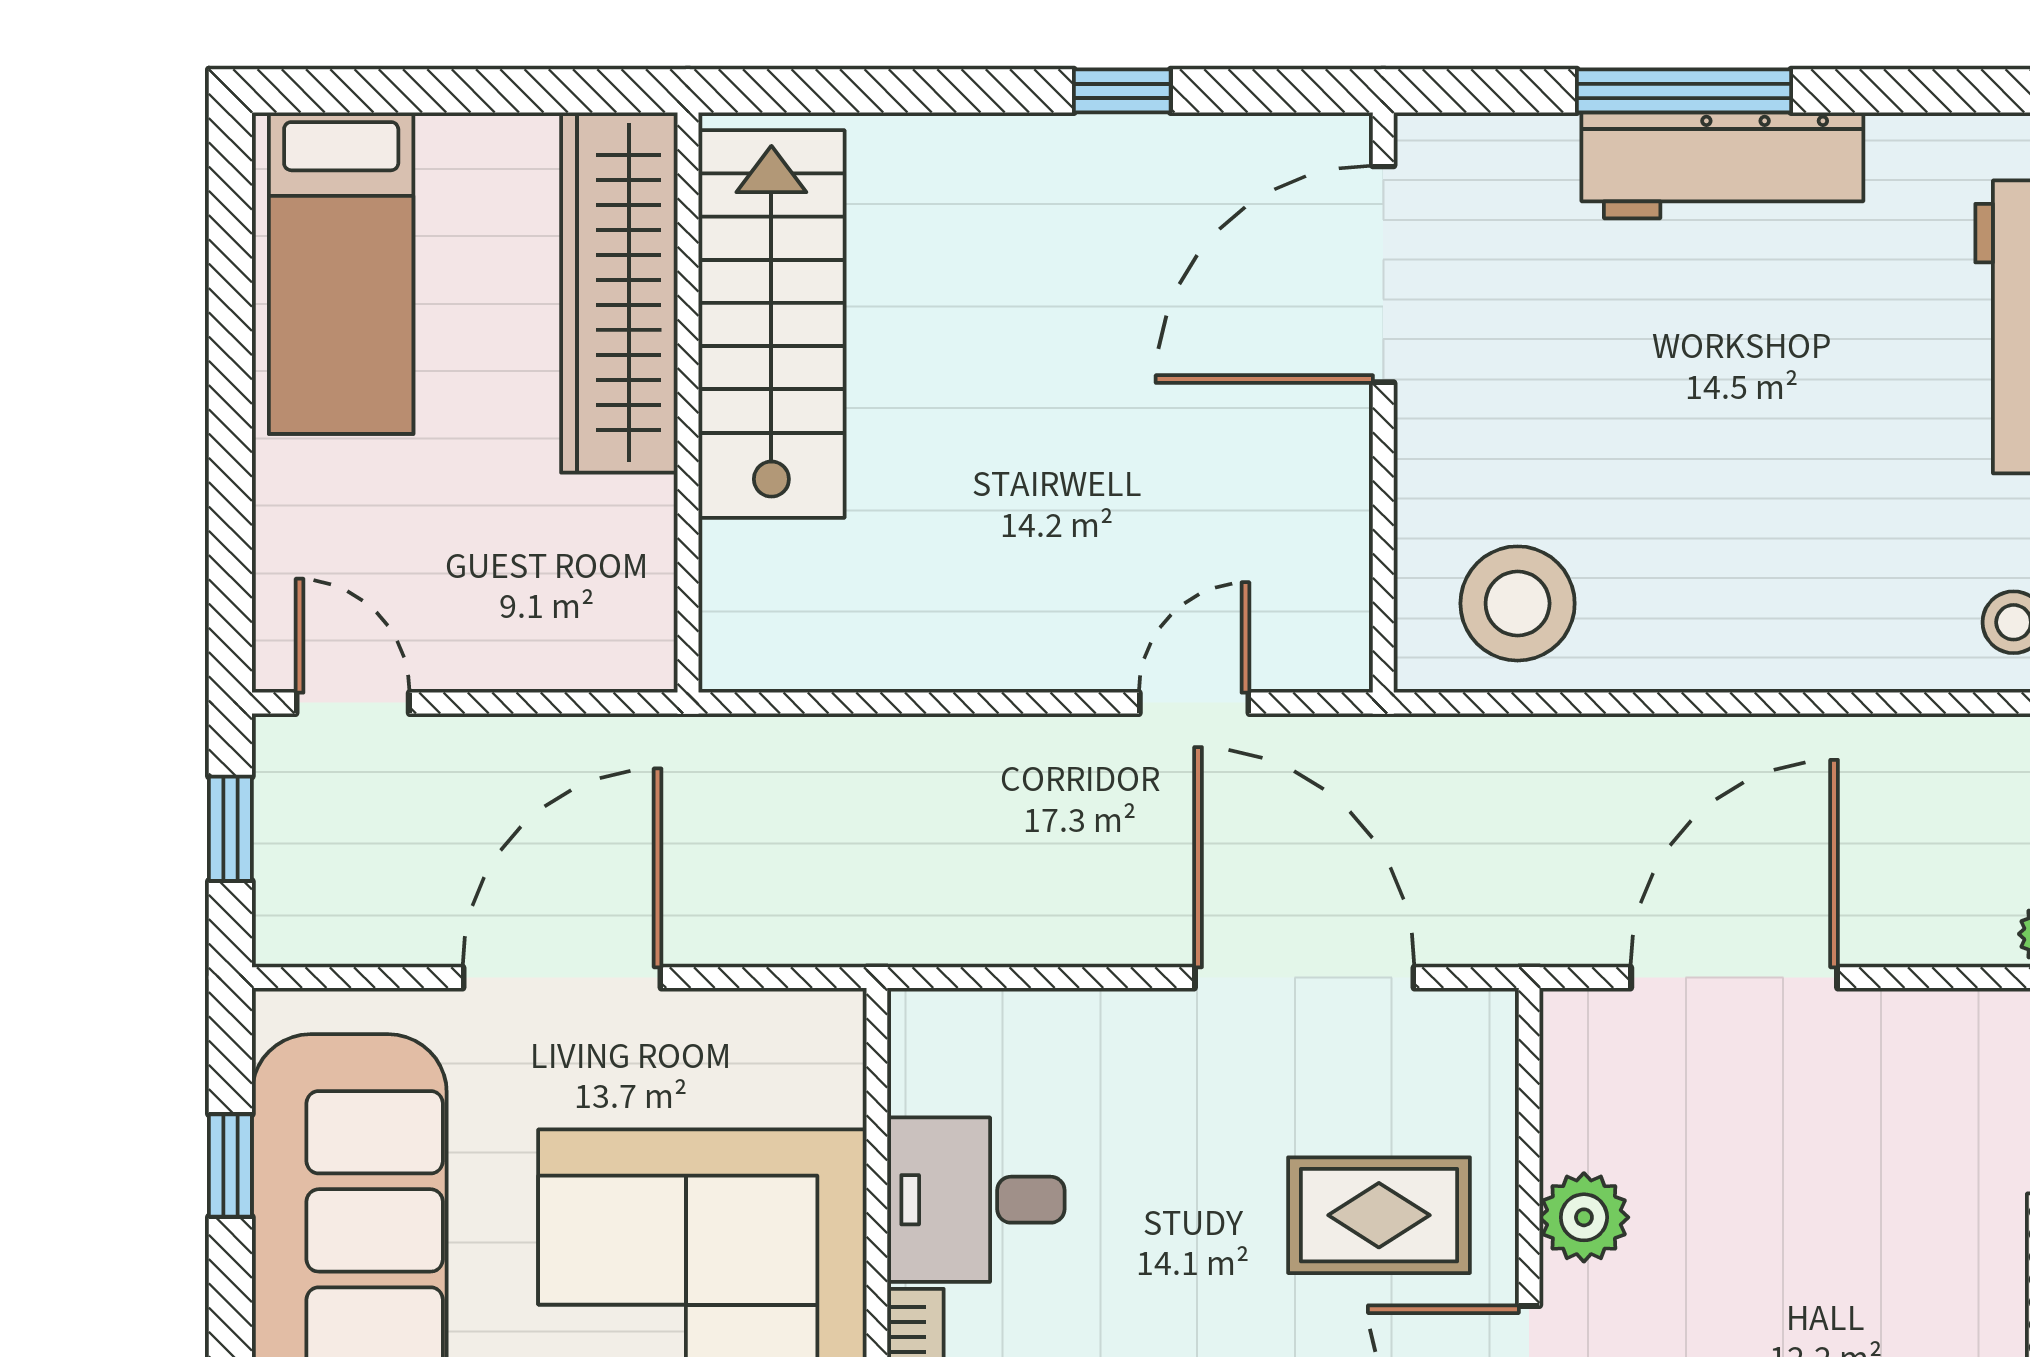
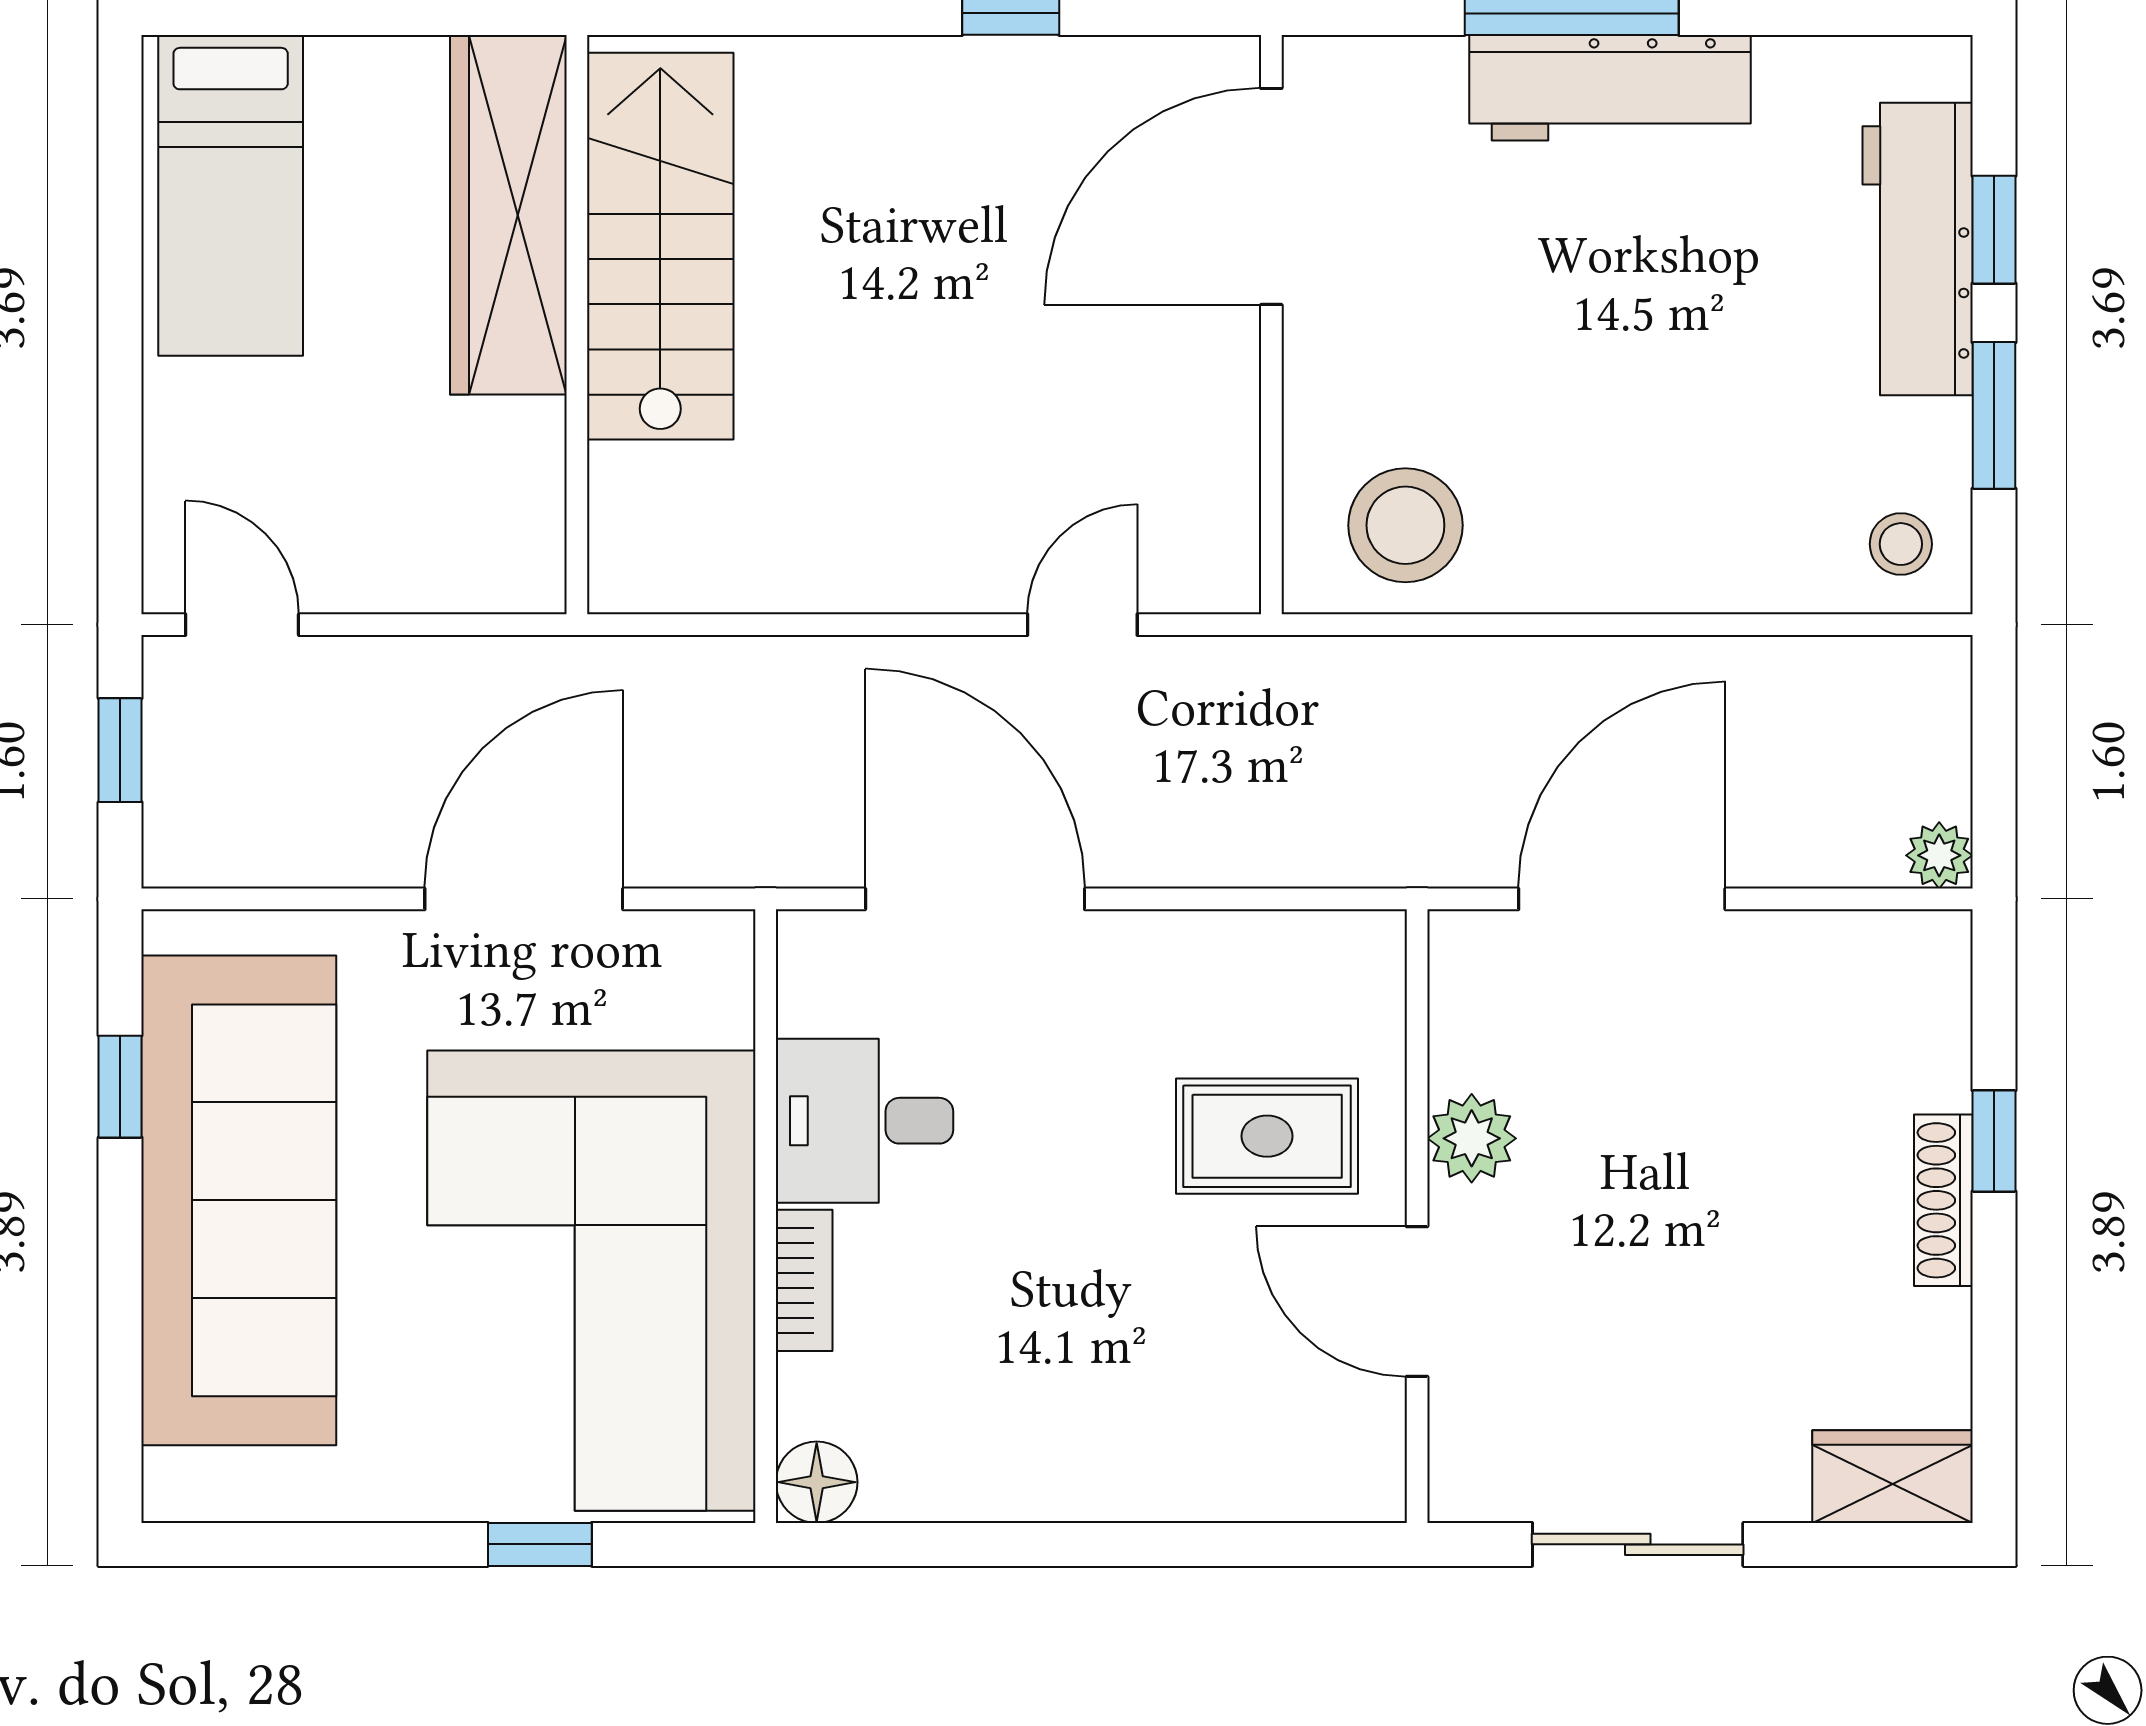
door: (562, 978) -> (524, 899), moved
door: (1304, 978) -> (975, 899), moved

